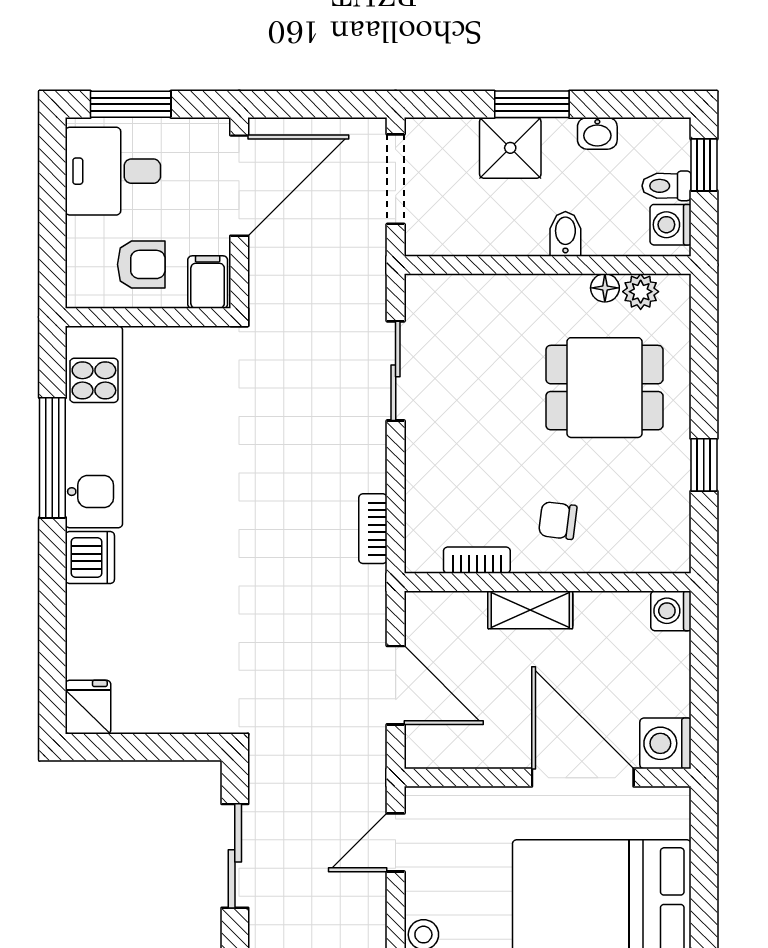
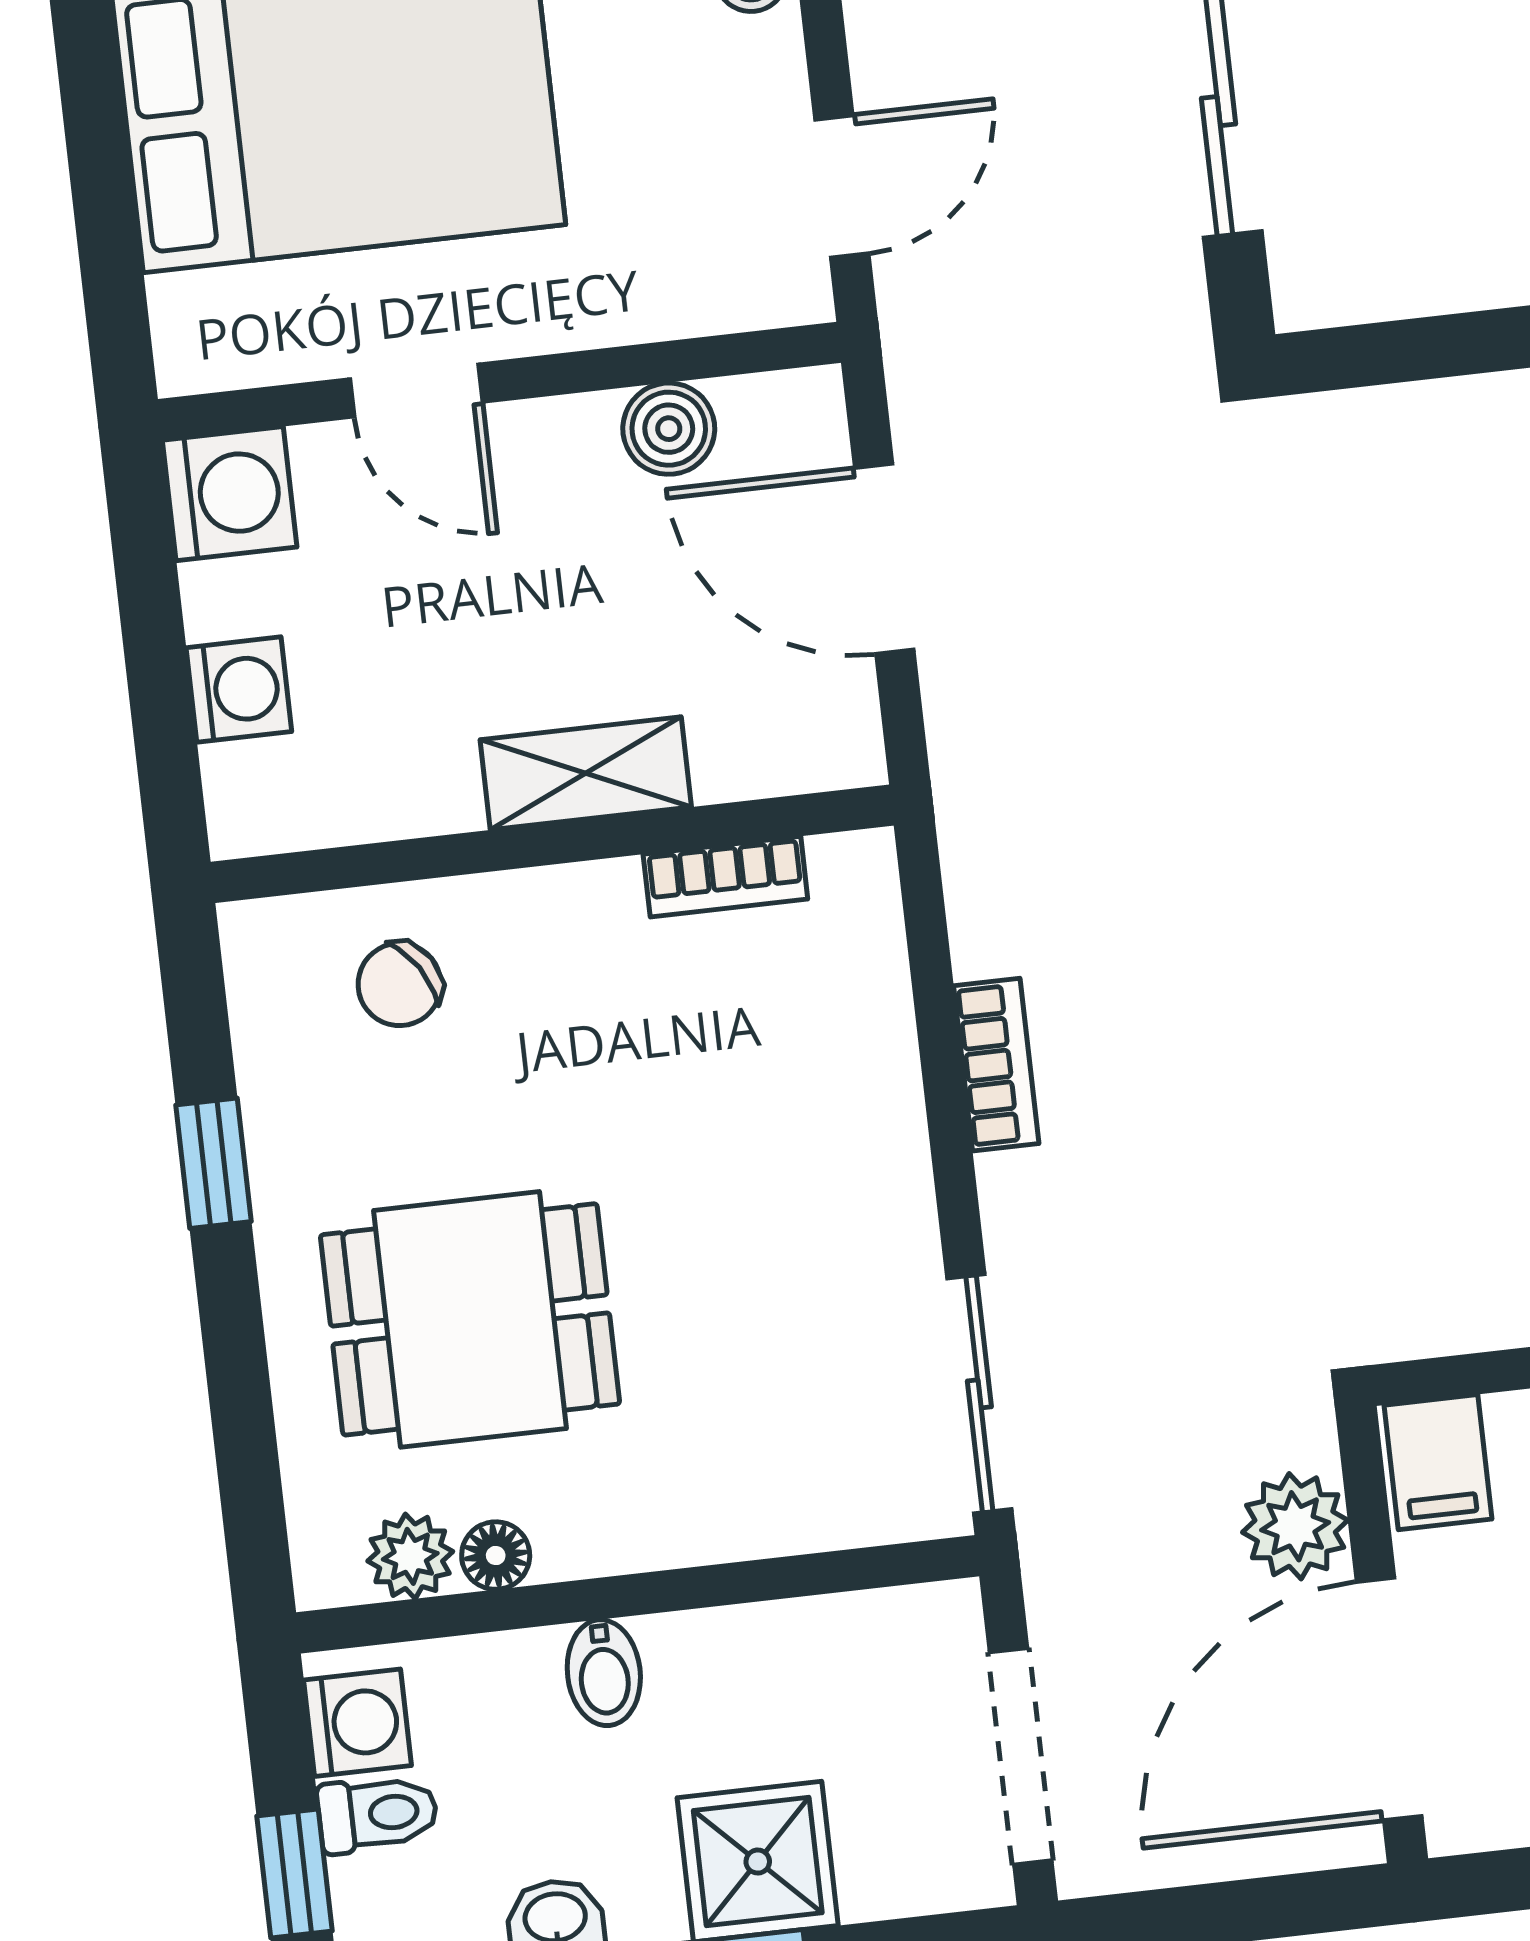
plant: (270, 262) -> (1295, 1526), added
sliding door: (396, 371) -> (979, 1394), moved
chair: (558, 521) -> (400, 984), moved, turned 140
bookcase: (373, 529) -> (996, 1065), moved
washing machine: (671, 611) -> (239, 690), moved
boiler: (479, 750) -> (669, 429), added
door: (583, 778) -> (416, 390), width x0.53

